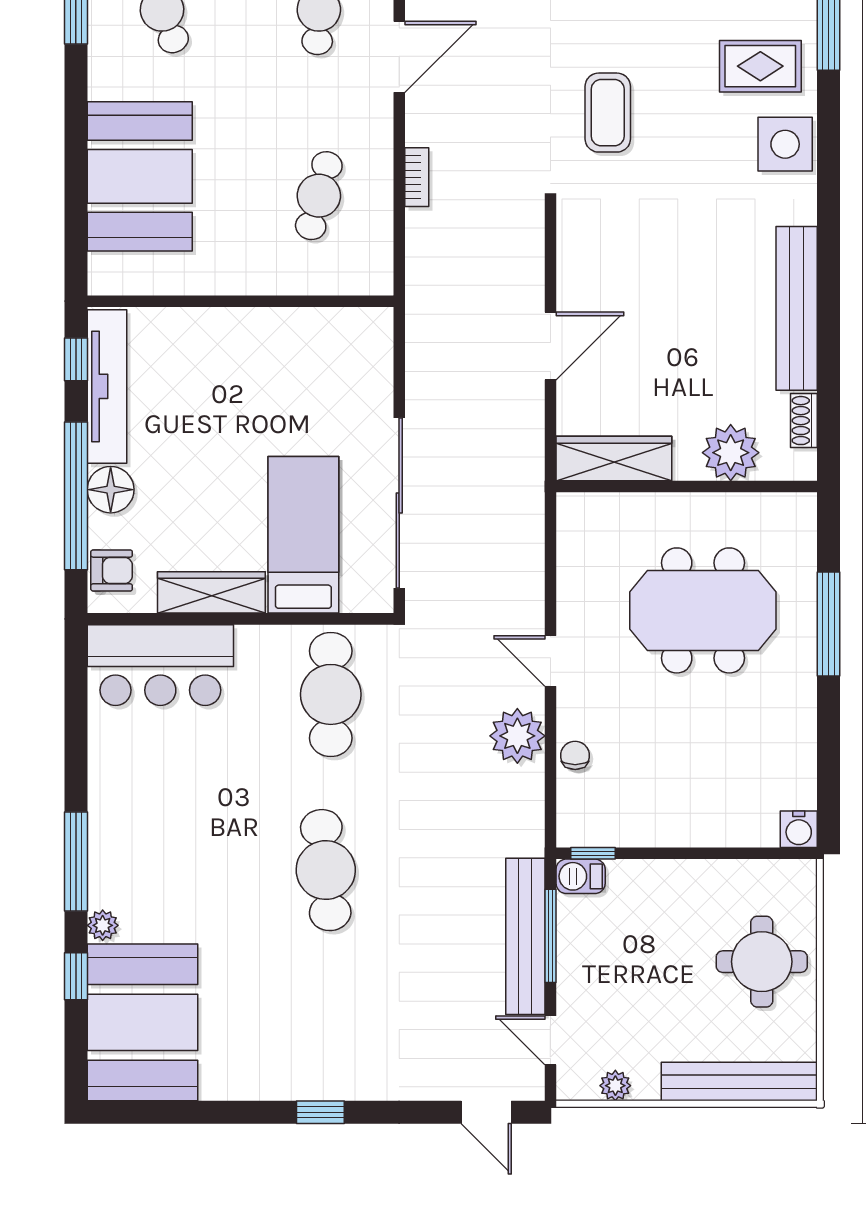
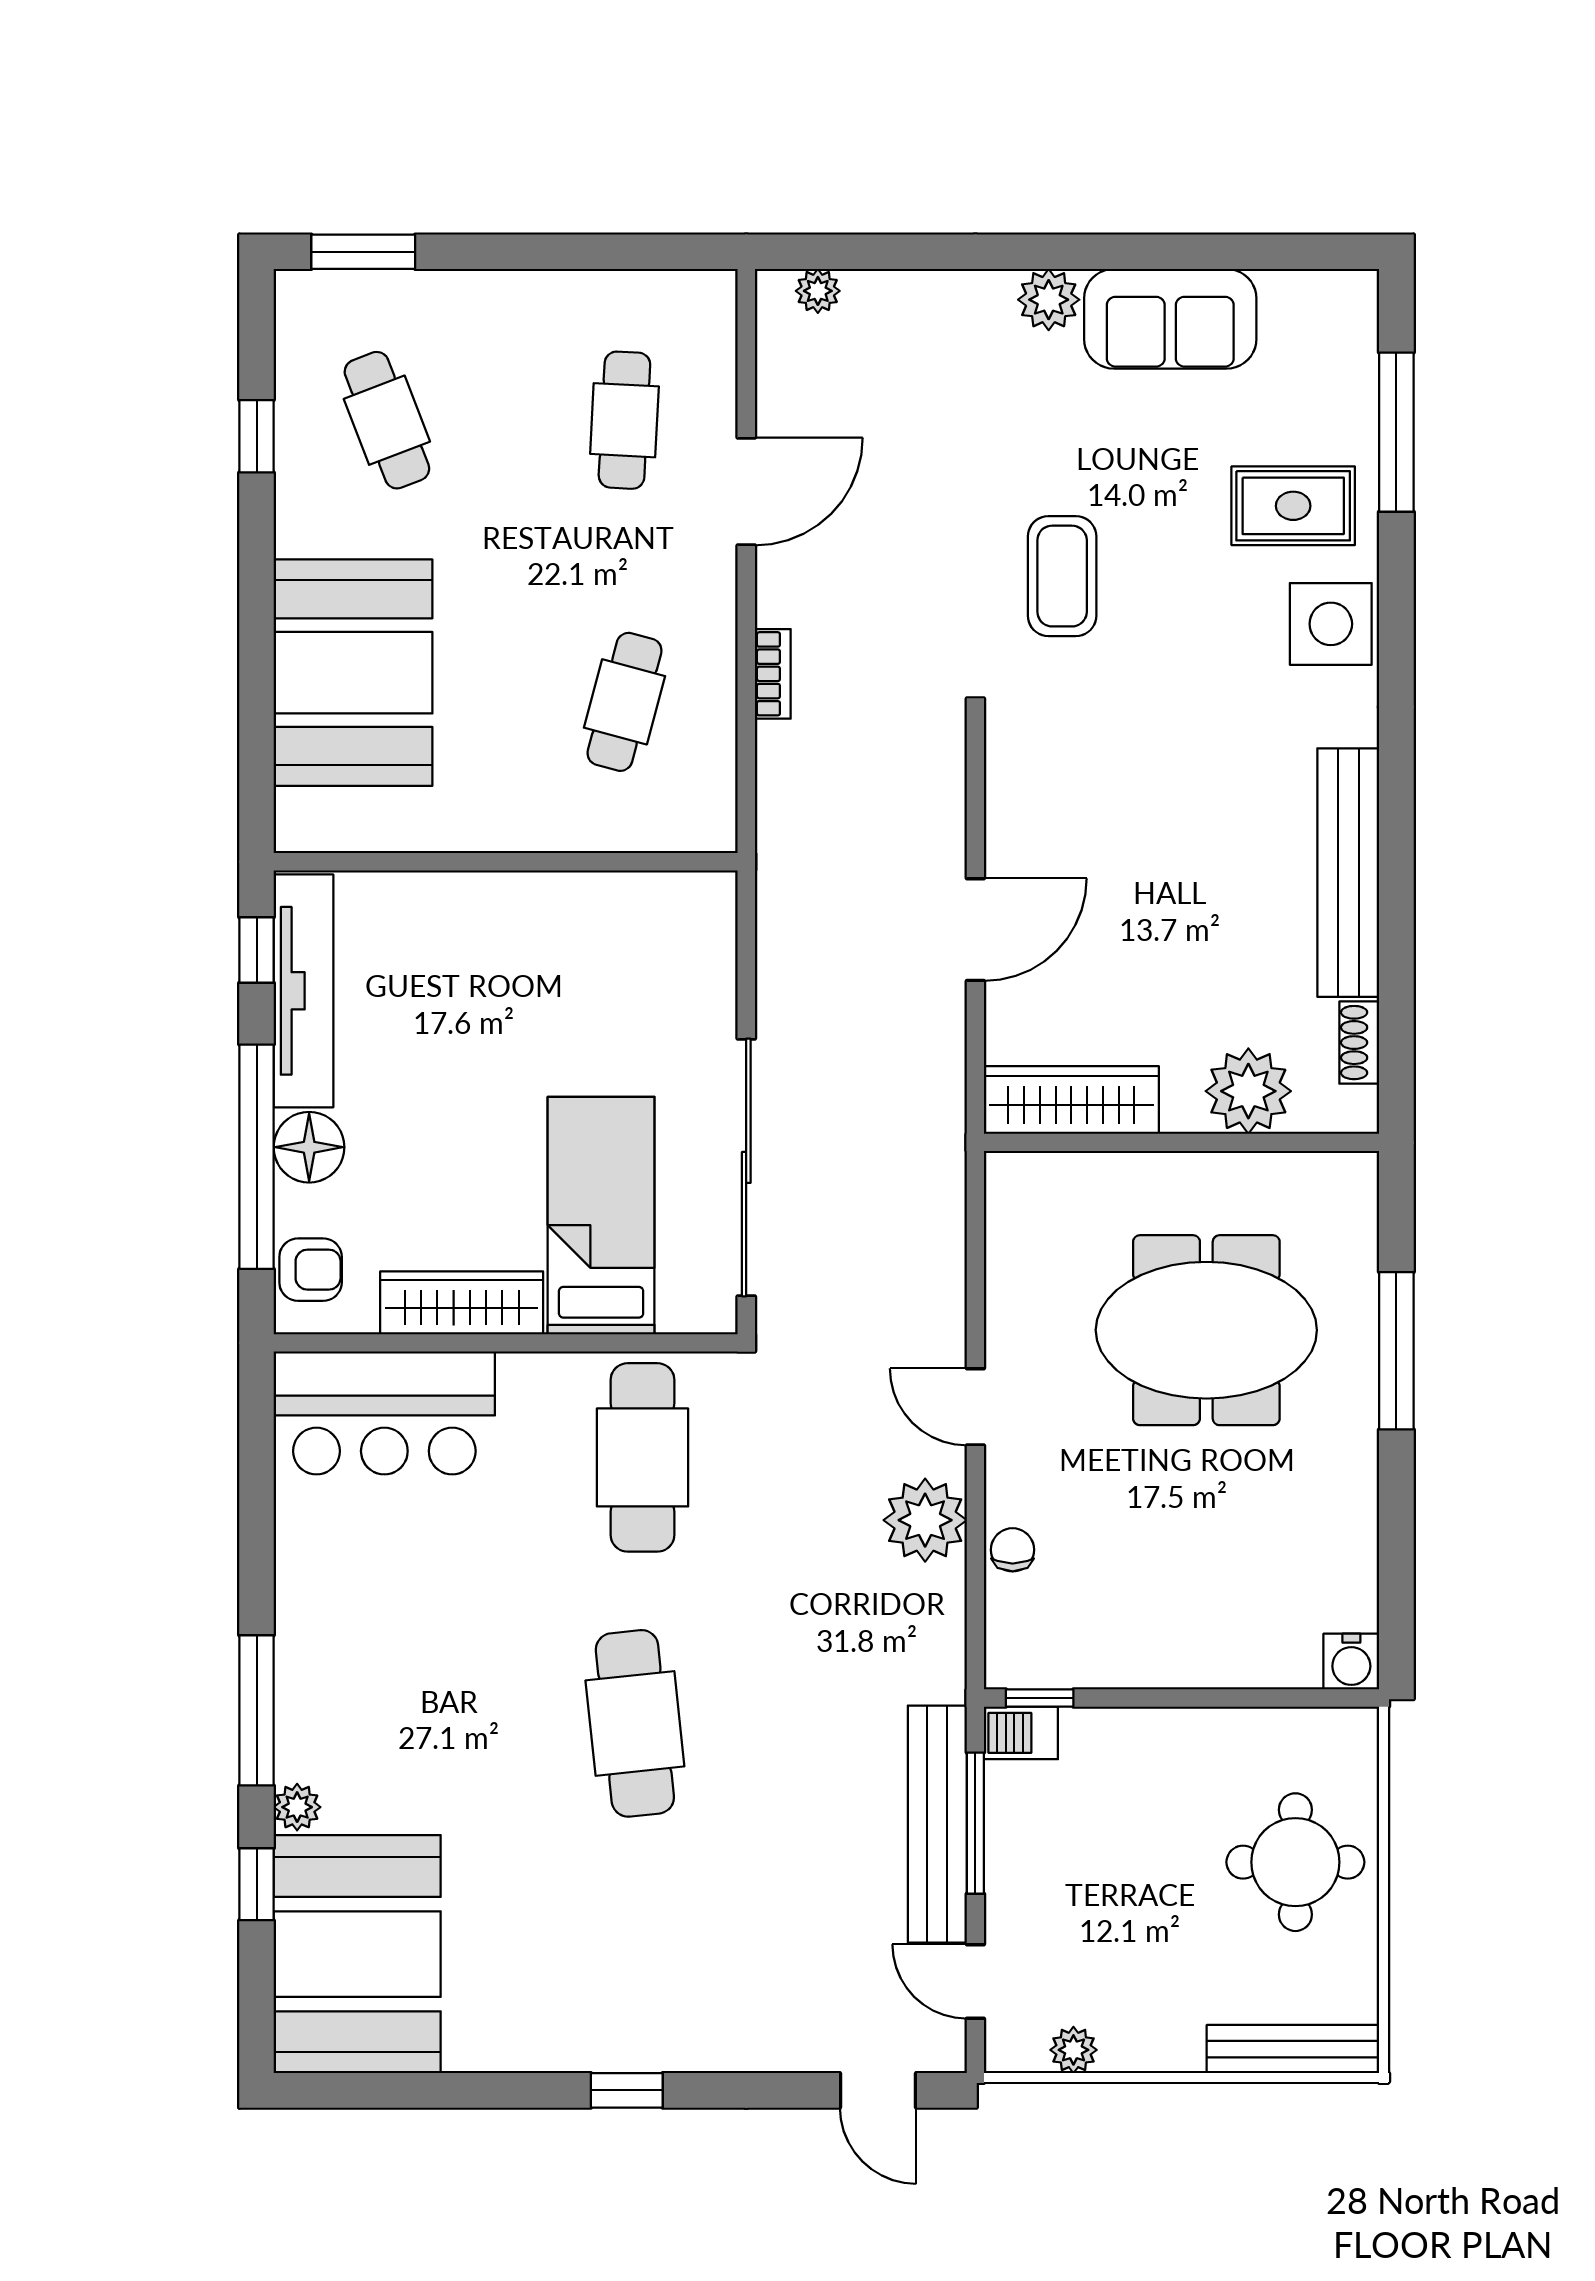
bench: (739, 1082) -> (1293, 2049), width x0.73, depth x0.82

